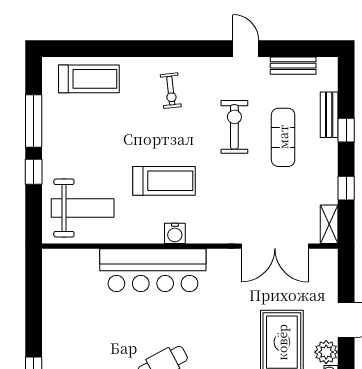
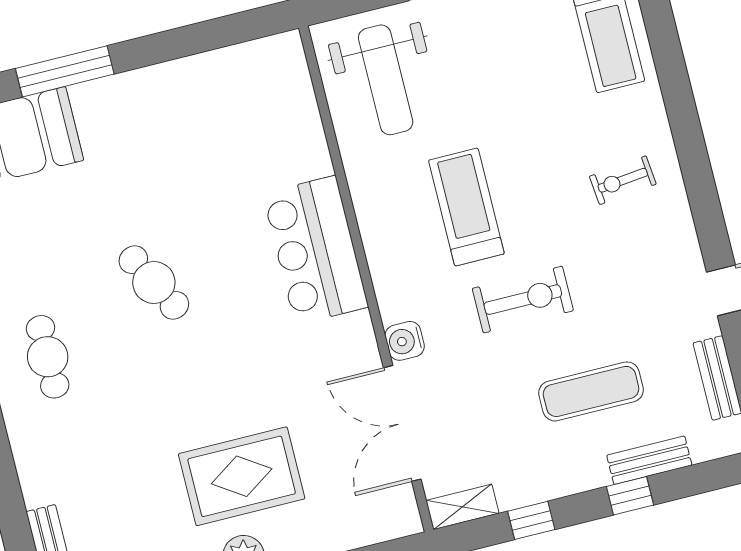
exercise bike: (234, 127) -> (523, 300), moved
treadmill: (164, 181) -> (466, 207), turned 180
water cooler: (175, 233) -> (405, 341), moved
bar counter: (153, 270) -> (316, 250), width x0.73

